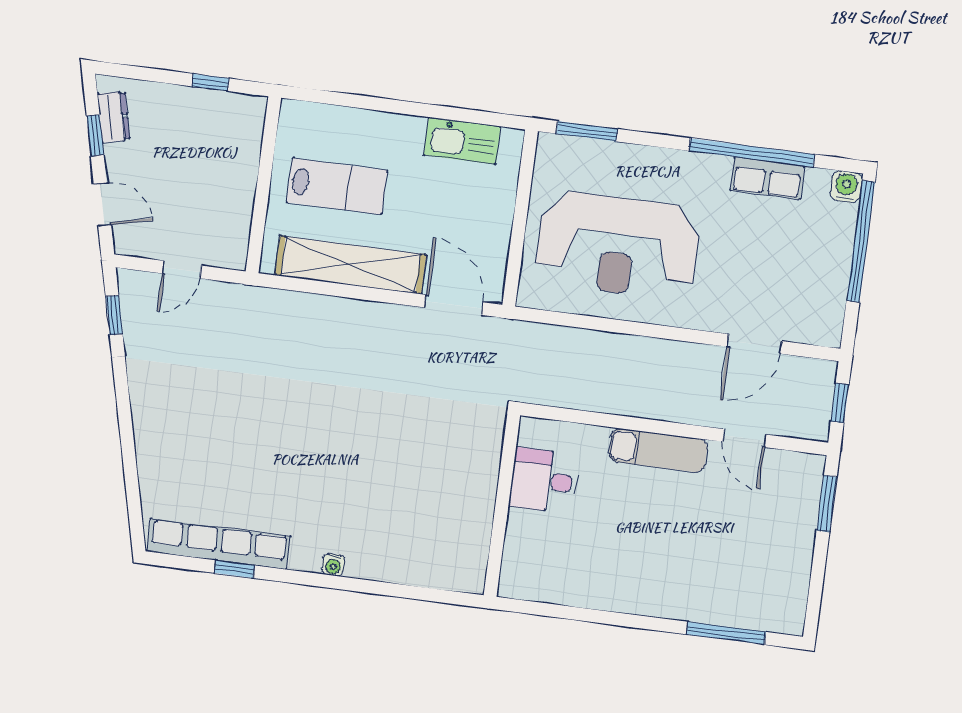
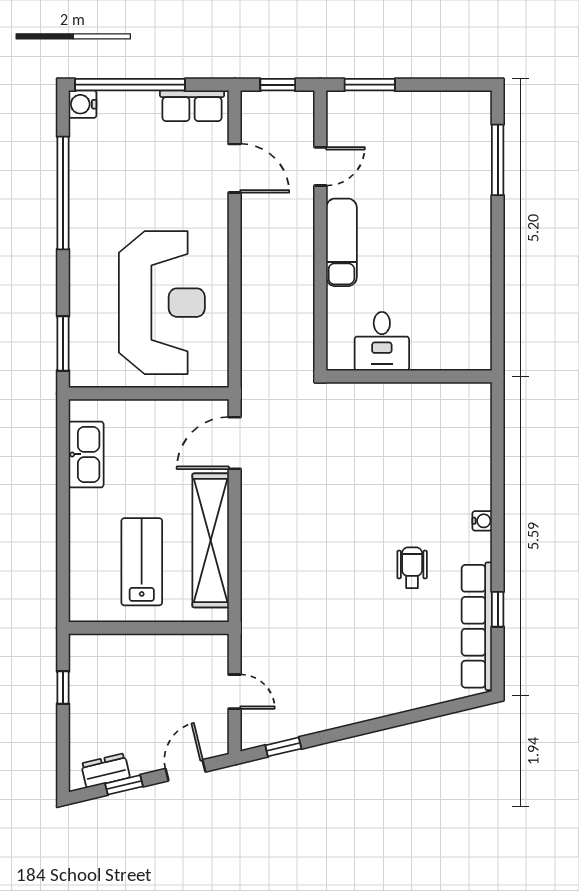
row of seats: (767, 178) -> (192, 106), moved, turned 90
wheelchair: (292, 481) -> (412, 568), added

